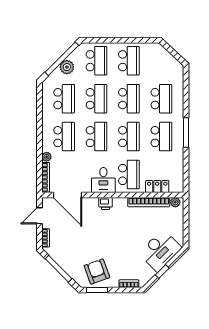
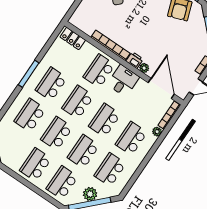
locker: (157, 187) -> (73, 39), moved
bookcase: (149, 202) -> (110, 45), moved
plant: (175, 202) -> (144, 68), moved

